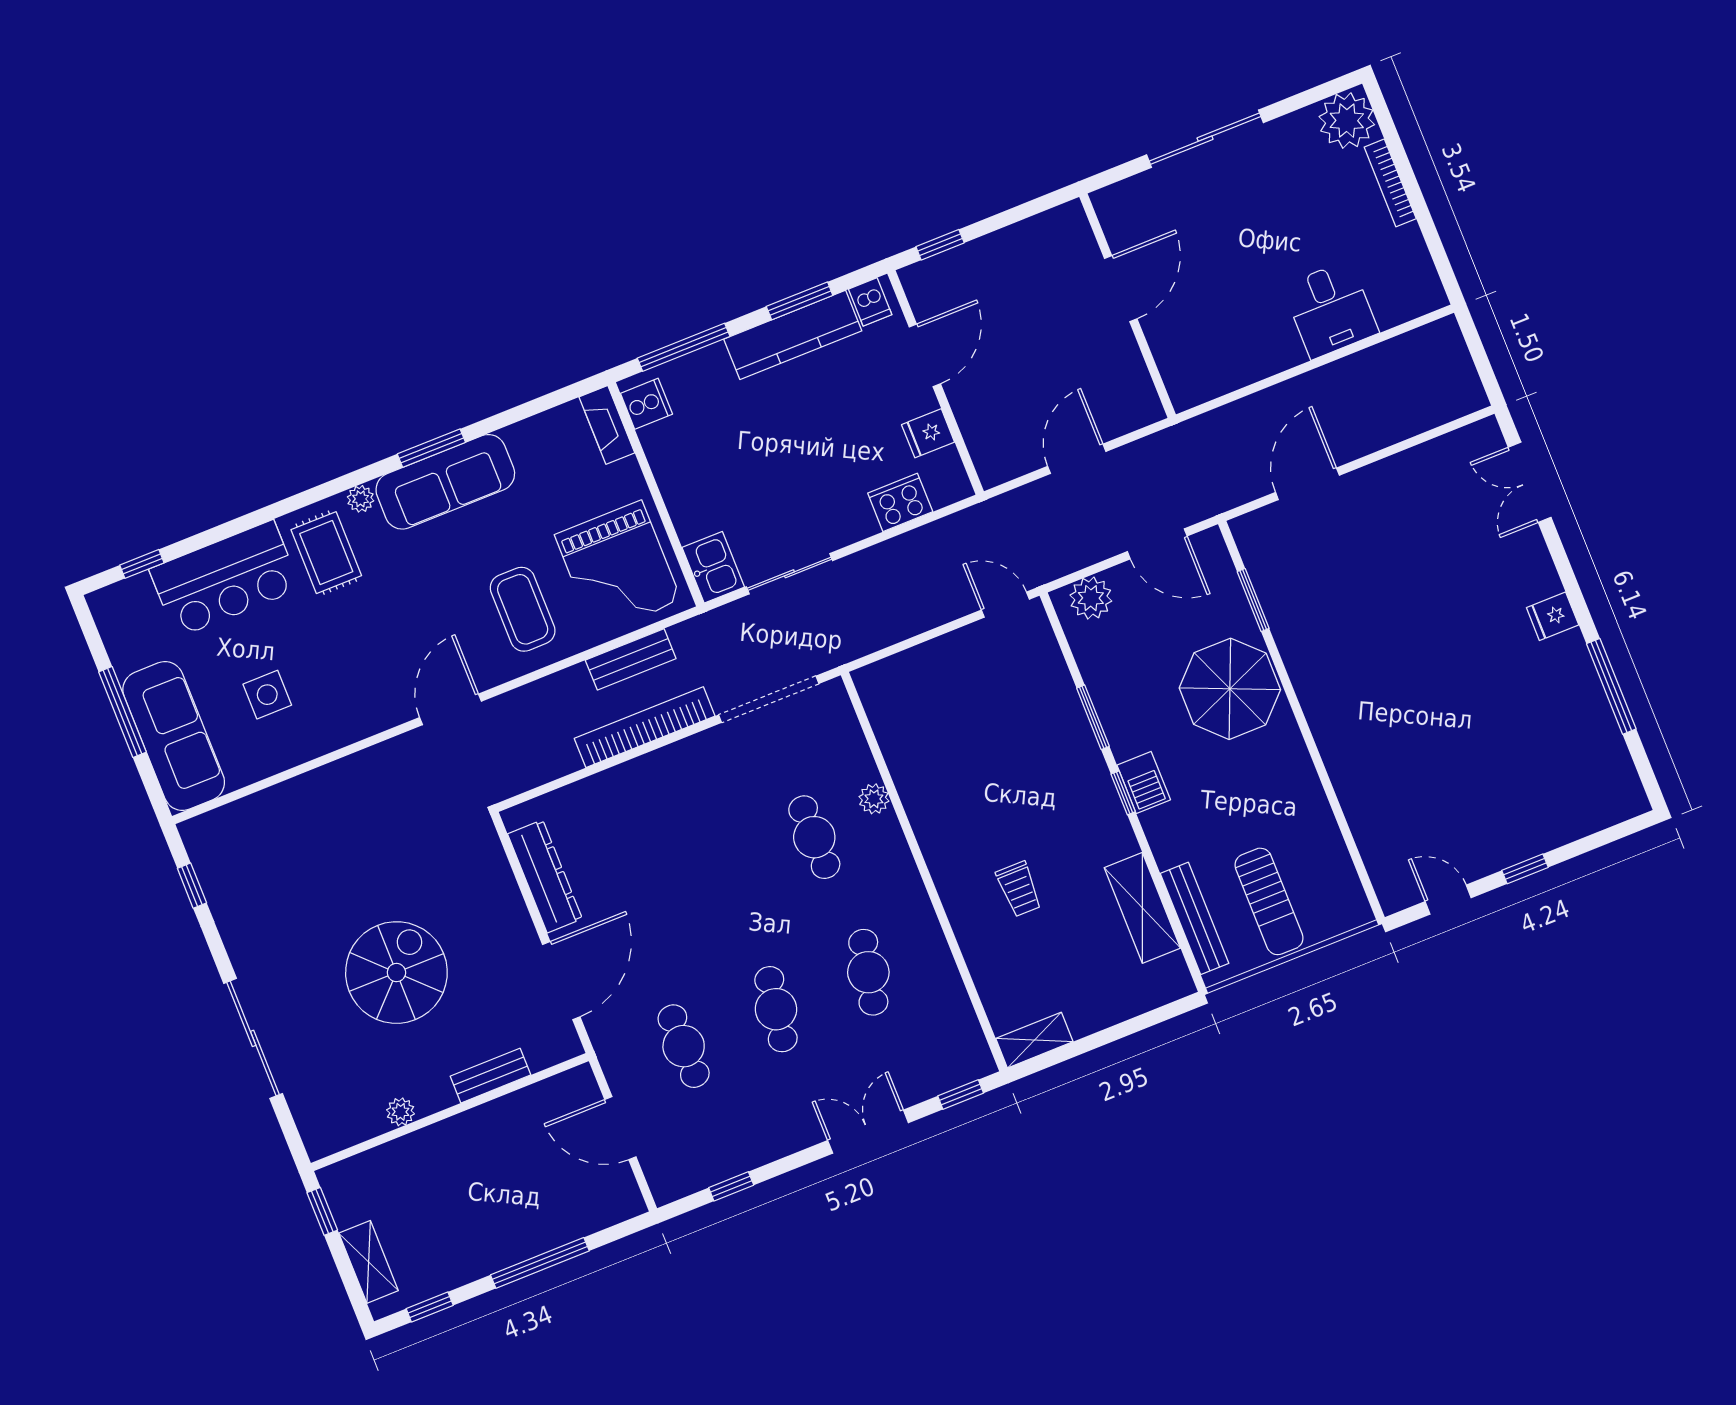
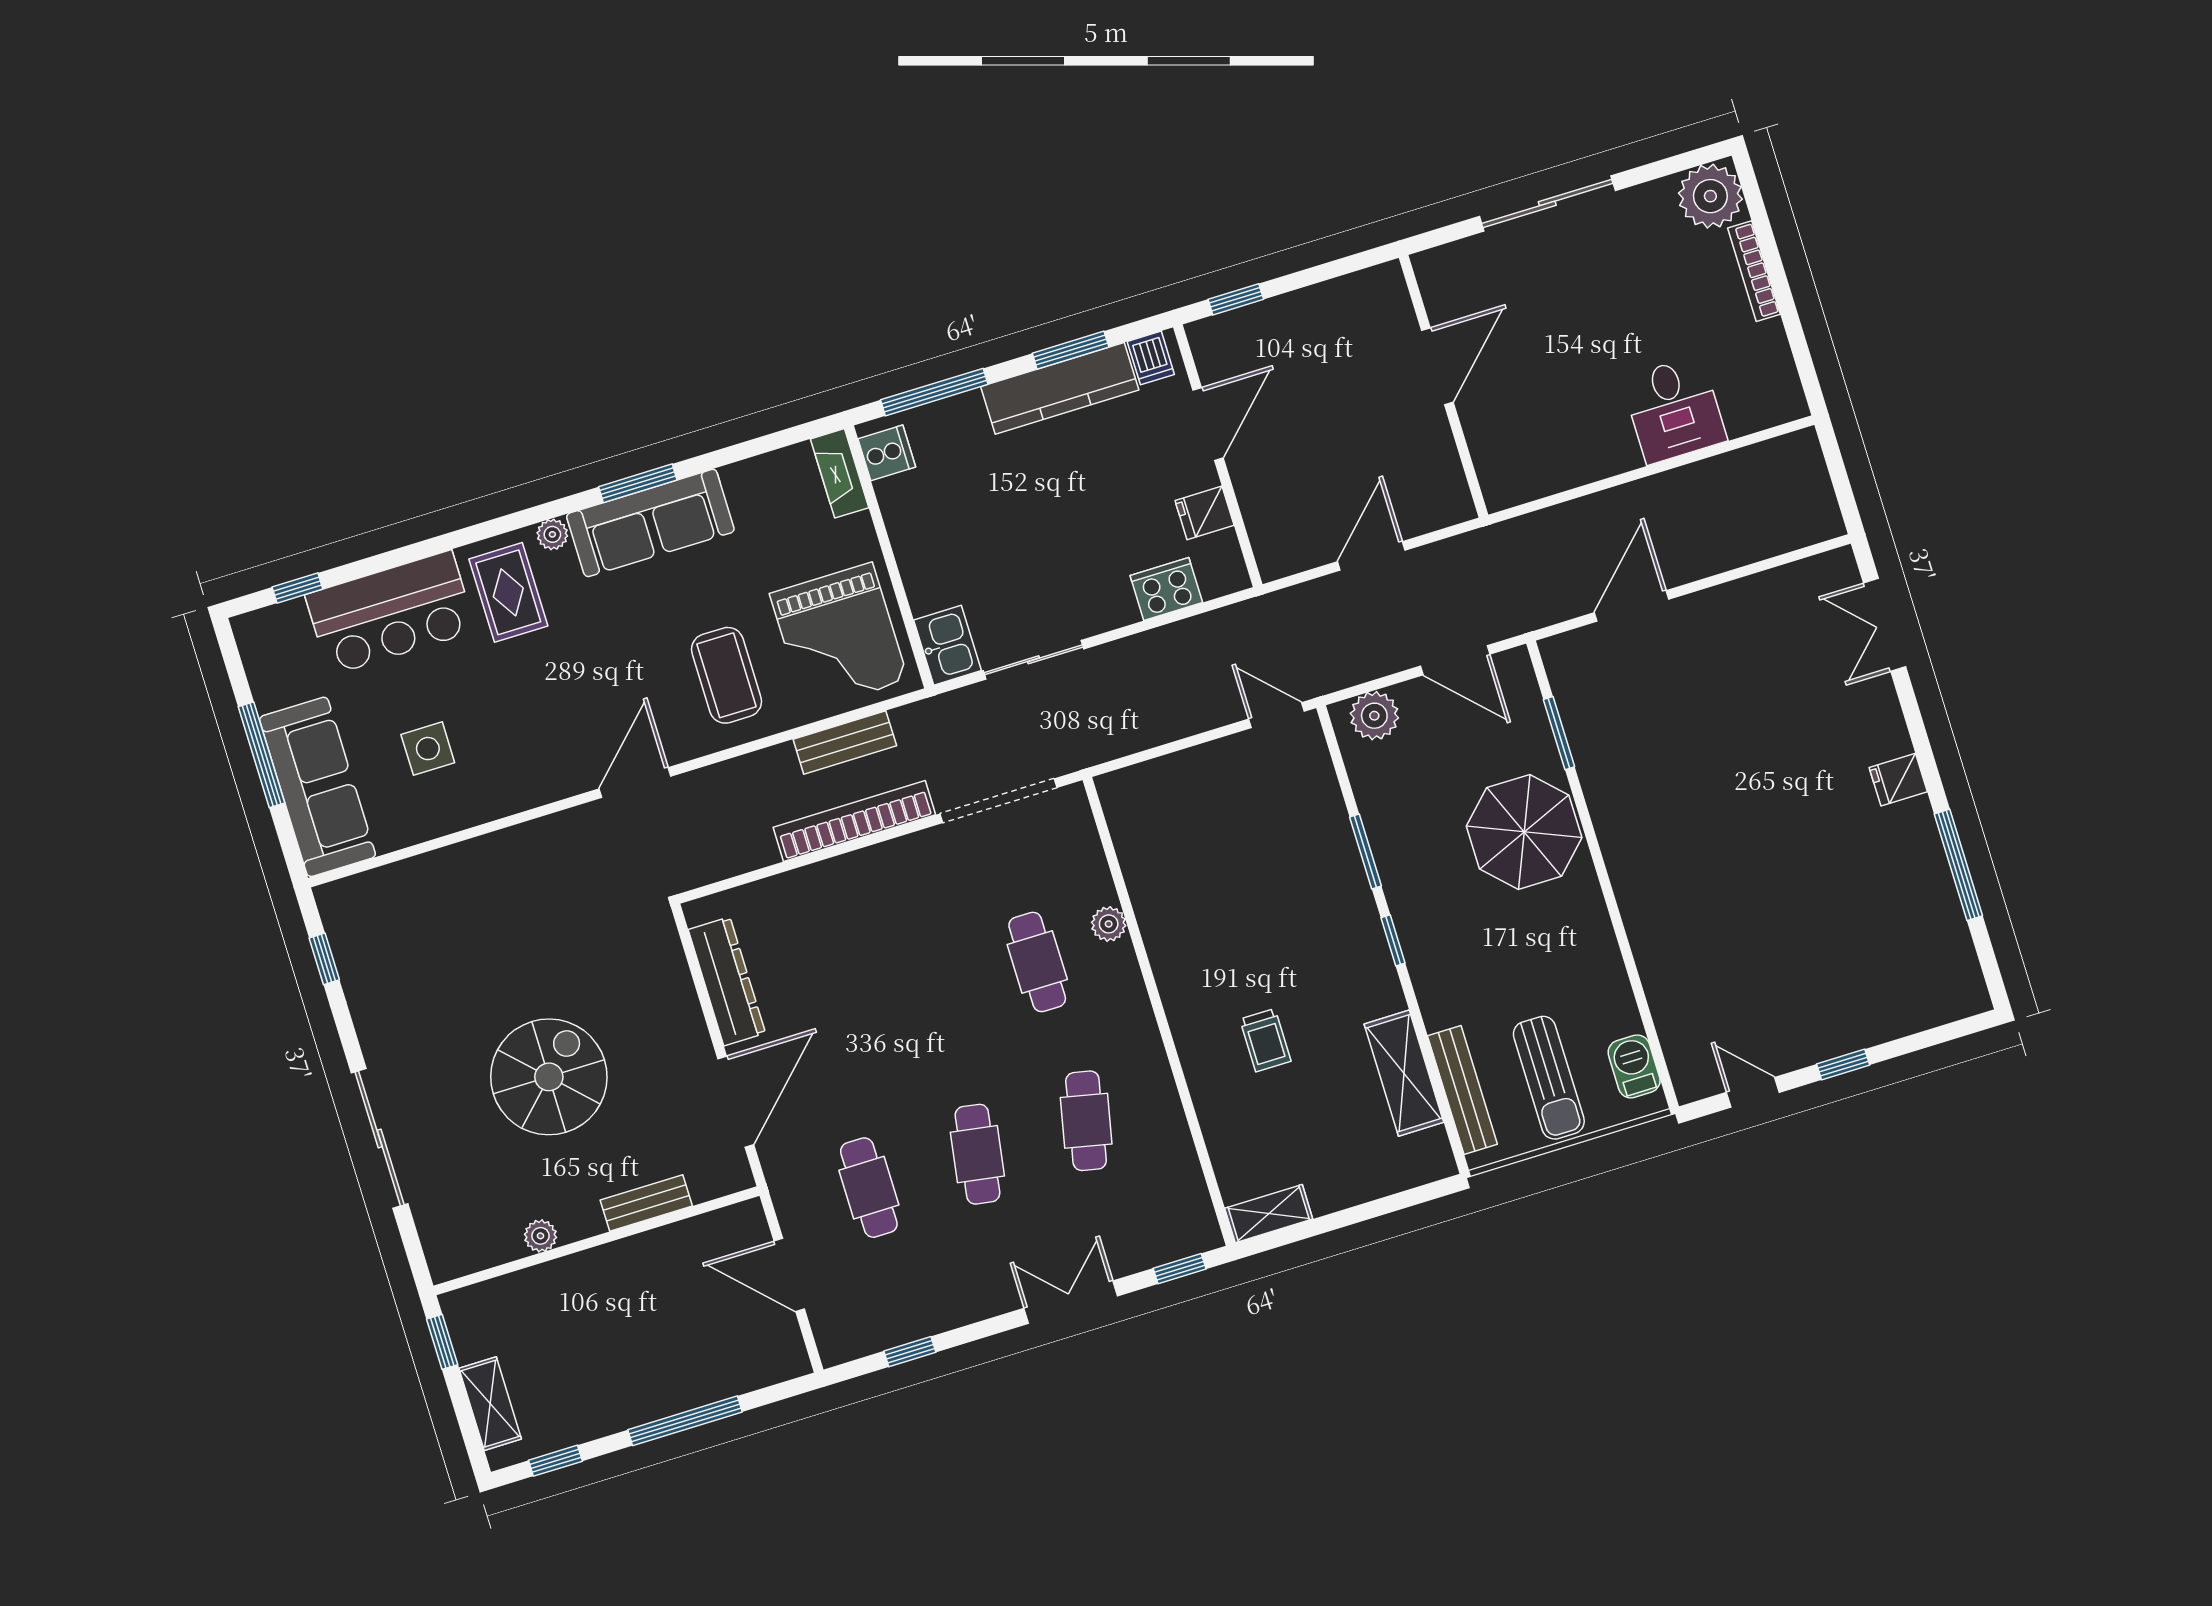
barbecue: (1144, 782) -> (1634, 1066), moved, turned 180

